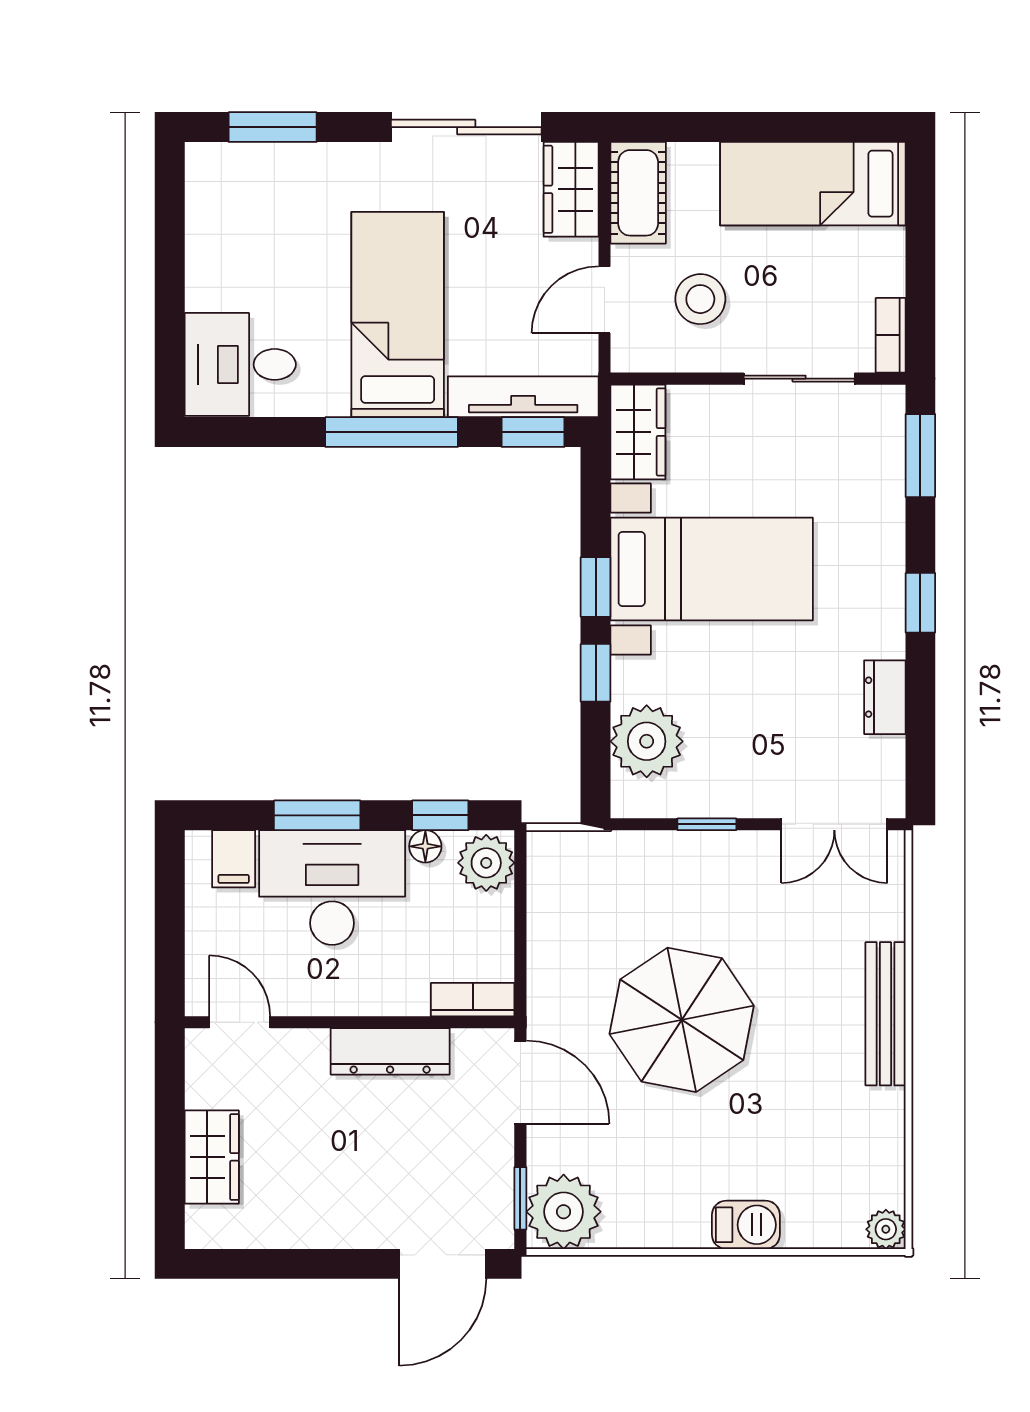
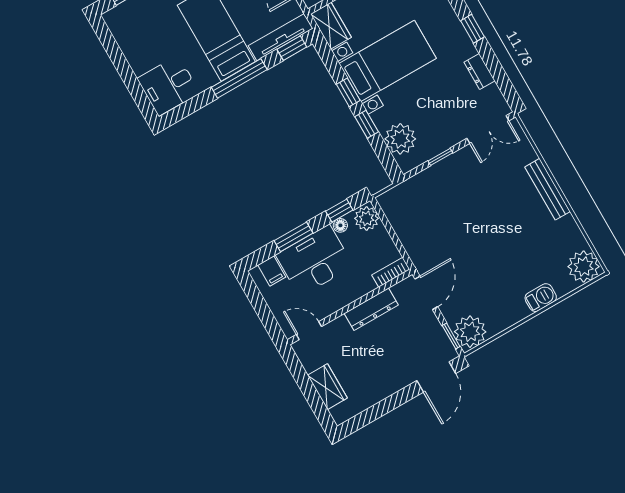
parasol: (682, 1020) -> (473, 235), removed
door: (520, 1082) -> (426, 293), hinge flipped
plant: (886, 1229) -> (584, 267), width x1.88, depth x1.88

